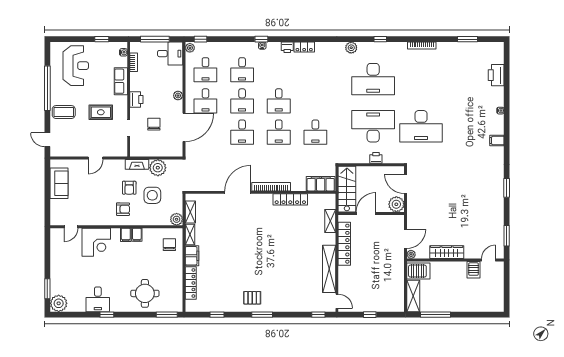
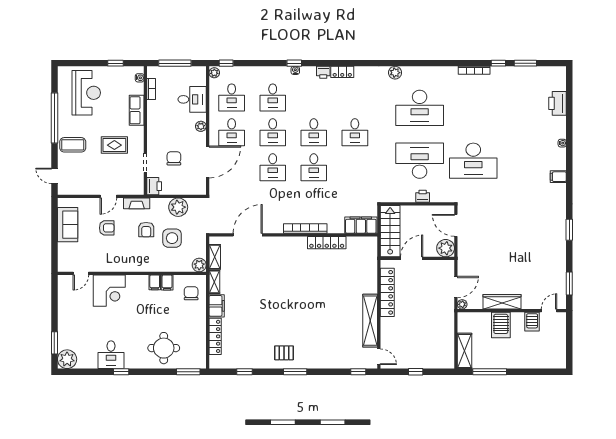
window: (380, 39) -> (498, 63), moved
desk: (170, 54) -> (192, 99), moved
printer: (136, 99) -> (154, 186), moved
desk: (315, 132) -> (355, 132), moved
fireplace: (137, 164) -> (137, 203), moved
door: (238, 192) -> (248, 235), moved
armchair: (123, 209) -> (107, 228), moved
shelving: (330, 221) -> (372, 267), removed
filing cabinet: (126, 235) -> (167, 282), moved
server rack: (418, 271) -> (501, 325), moved, turned 90

